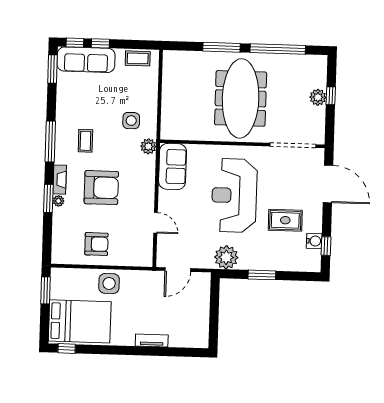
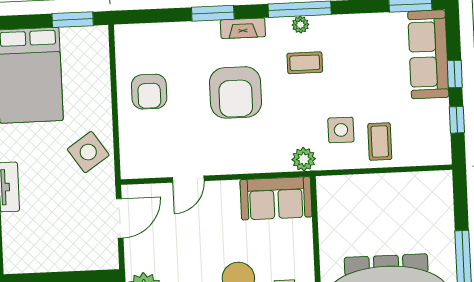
window: (75, 43) -> (457, 120), moved
coffee table: (138, 58) -> (380, 141), moved
plant: (58, 201) -> (300, 25), moved
door: (178, 270) -> (120, 218), swing flipped
side table: (109, 283) -> (88, 152), moved, turned -34

